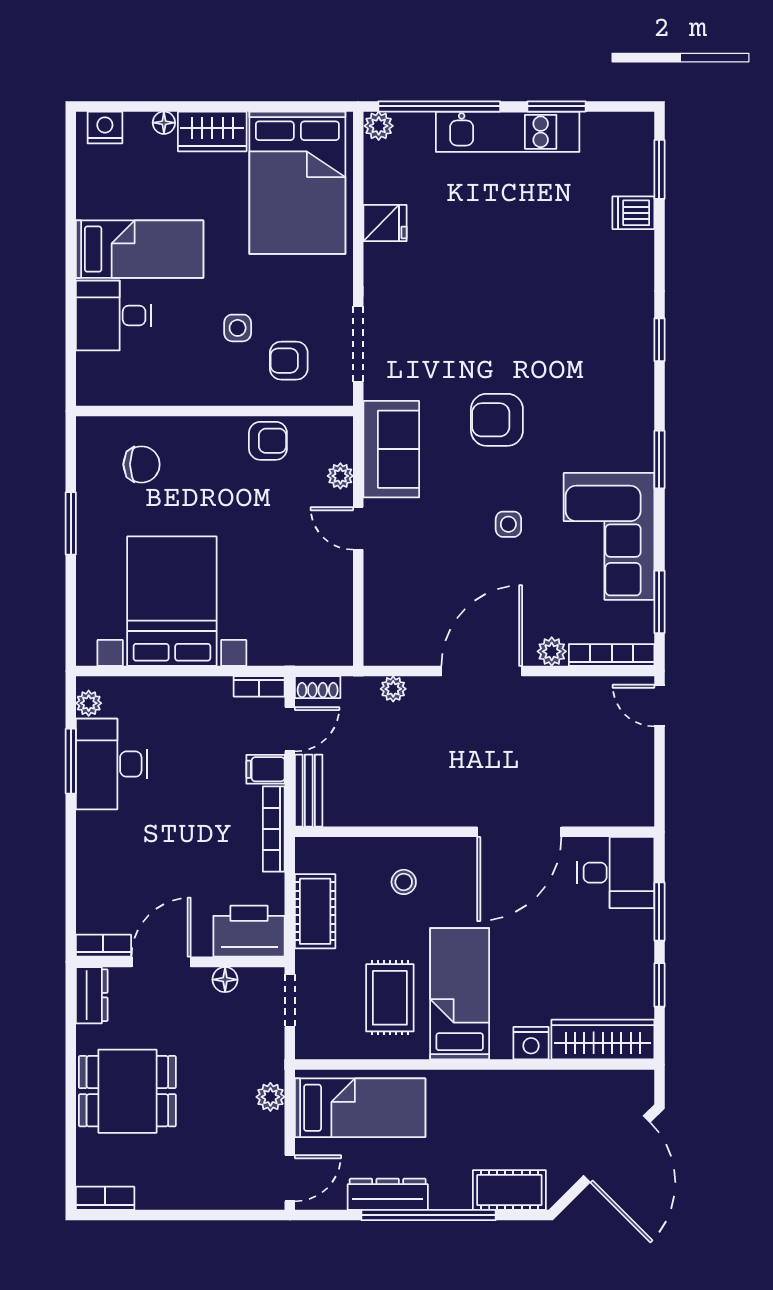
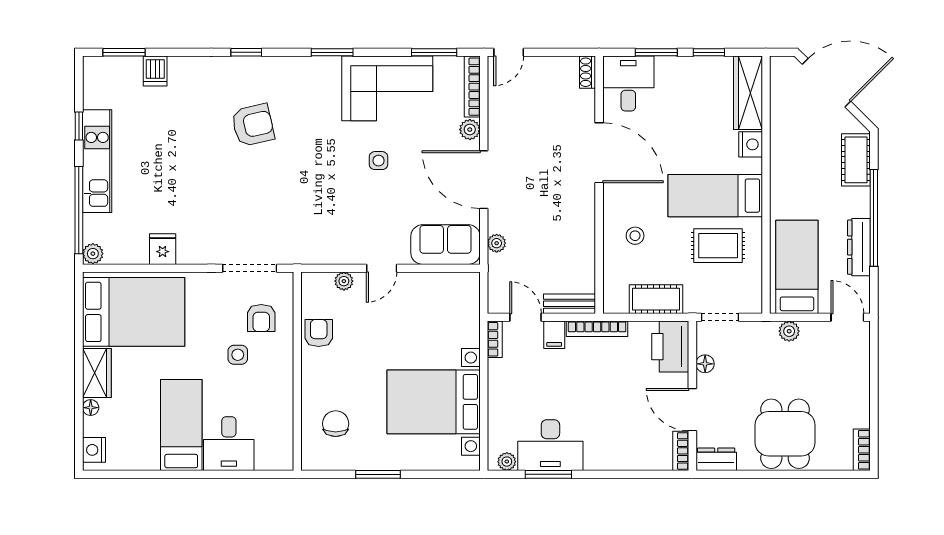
window: (557, 106) -> (79, 126), width x0.67
armchair: (497, 420) -> (253, 125), moved, turned -103
sofa: (391, 449) -> (445, 245), moved
shoe rack: (318, 687) -> (588, 72), moved, turned 180

